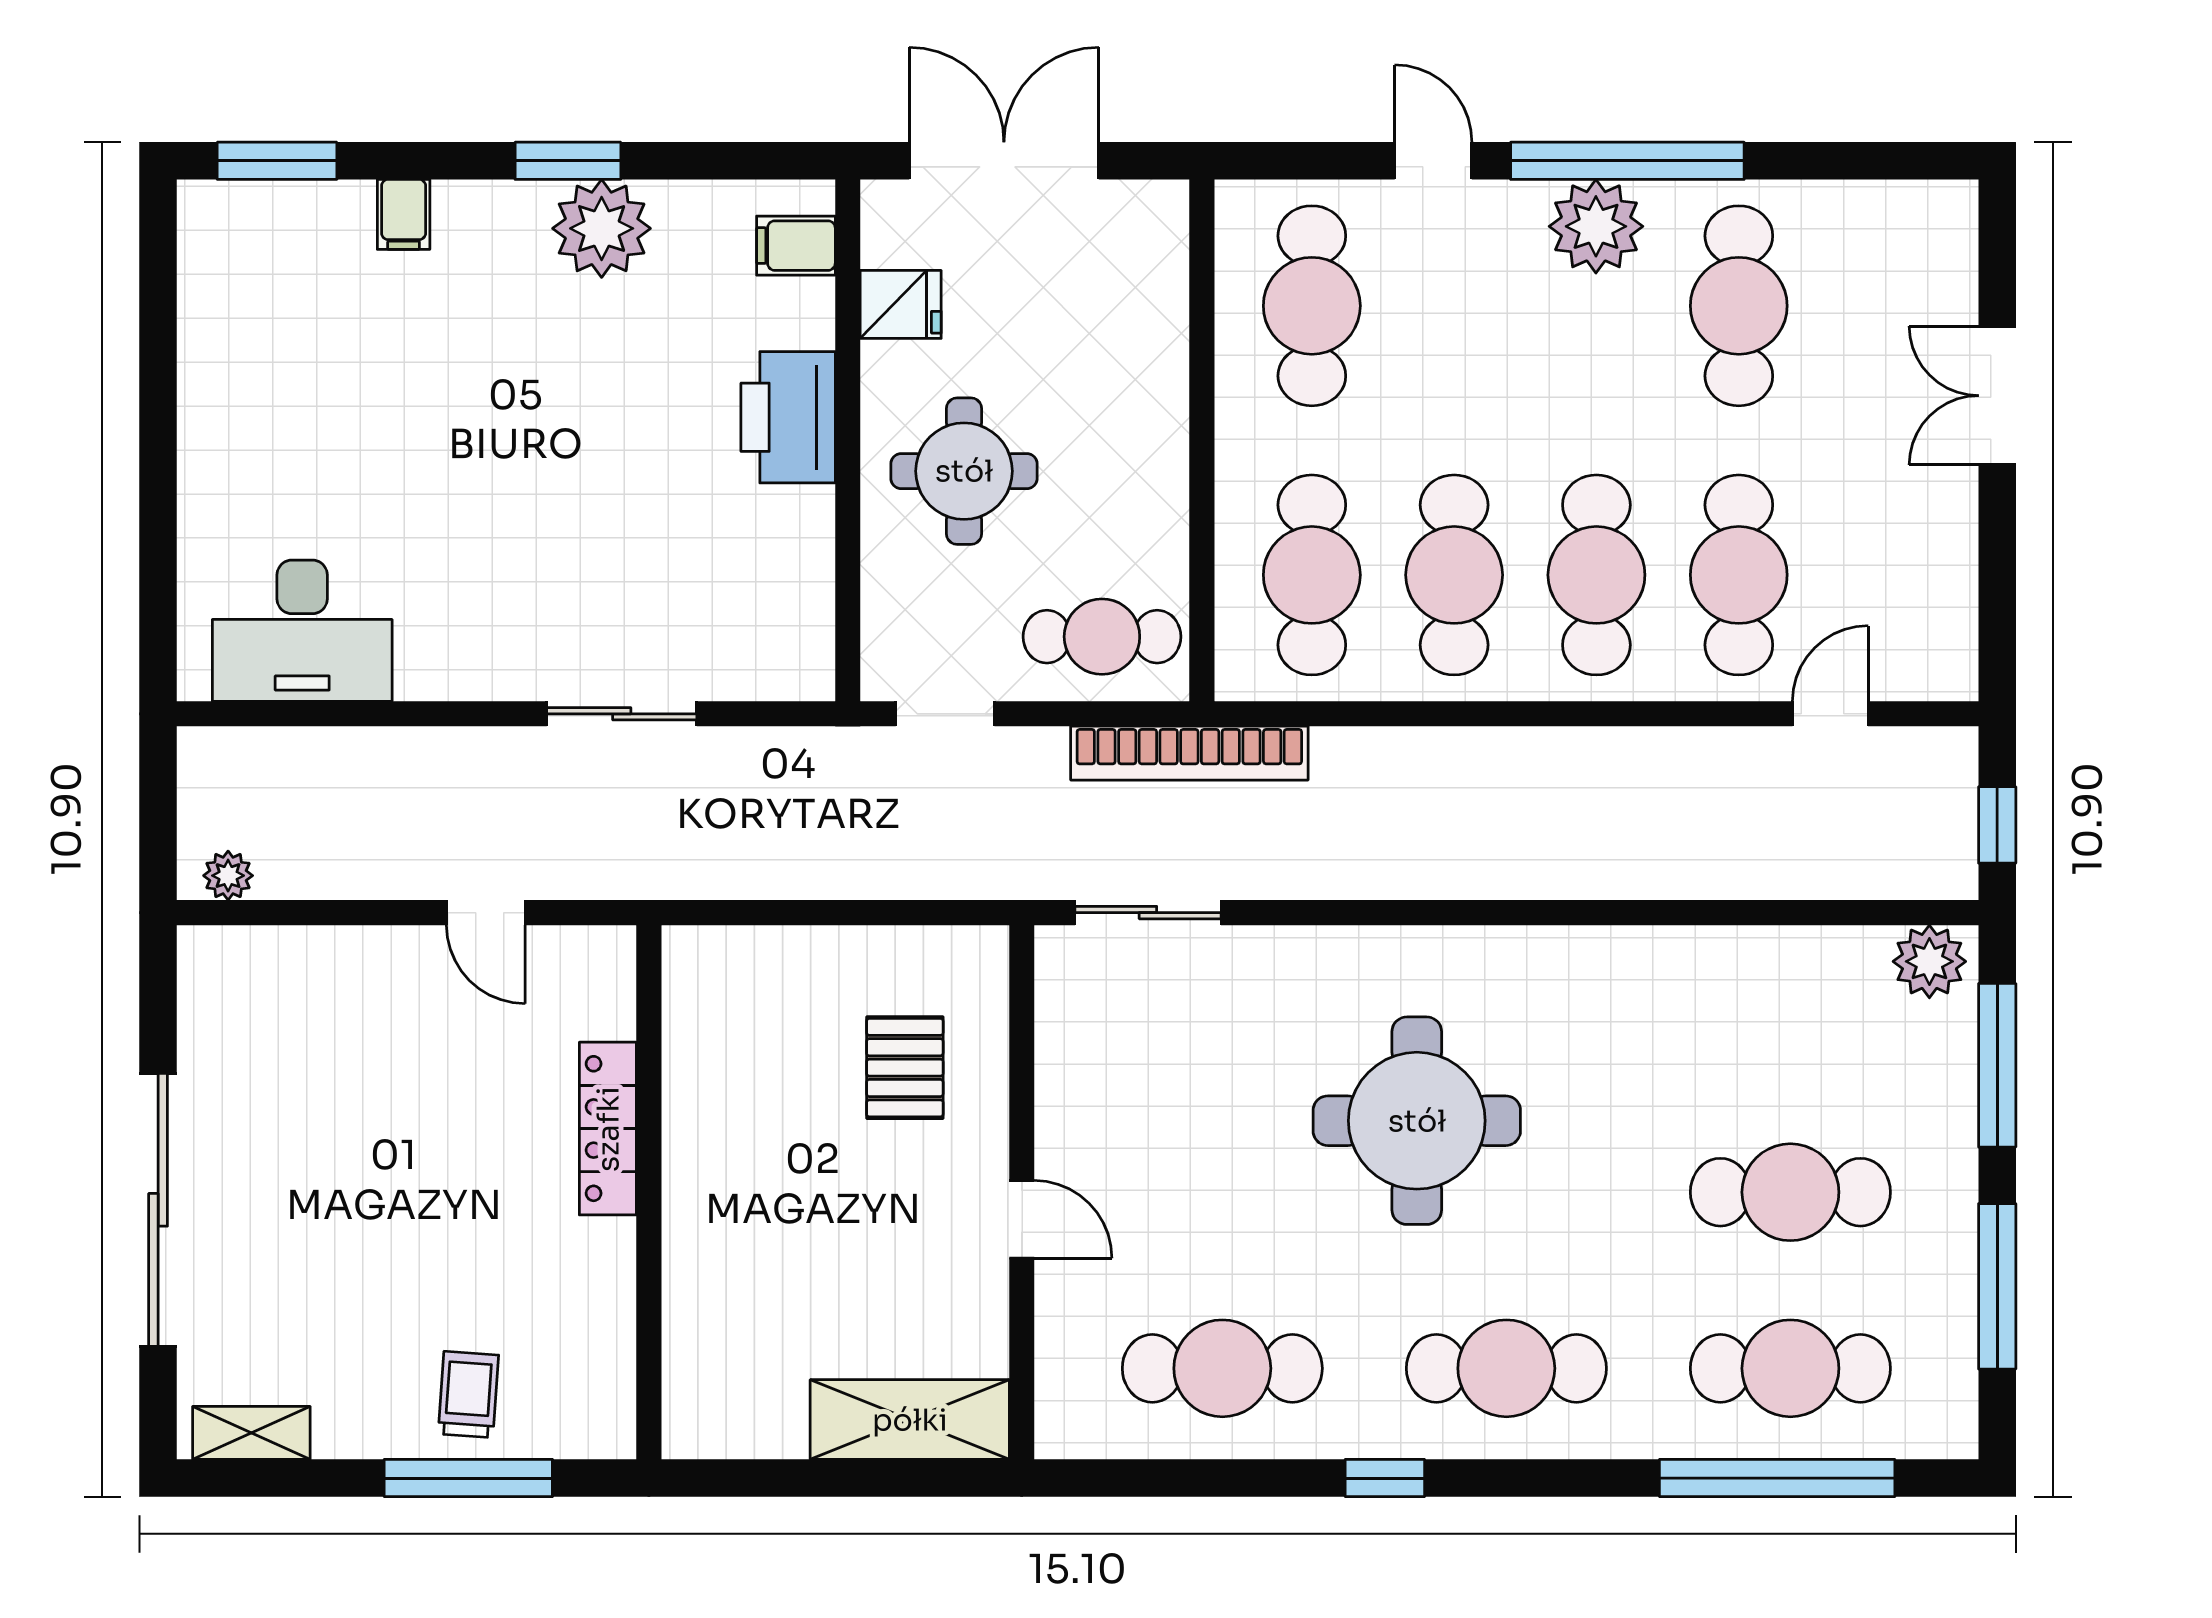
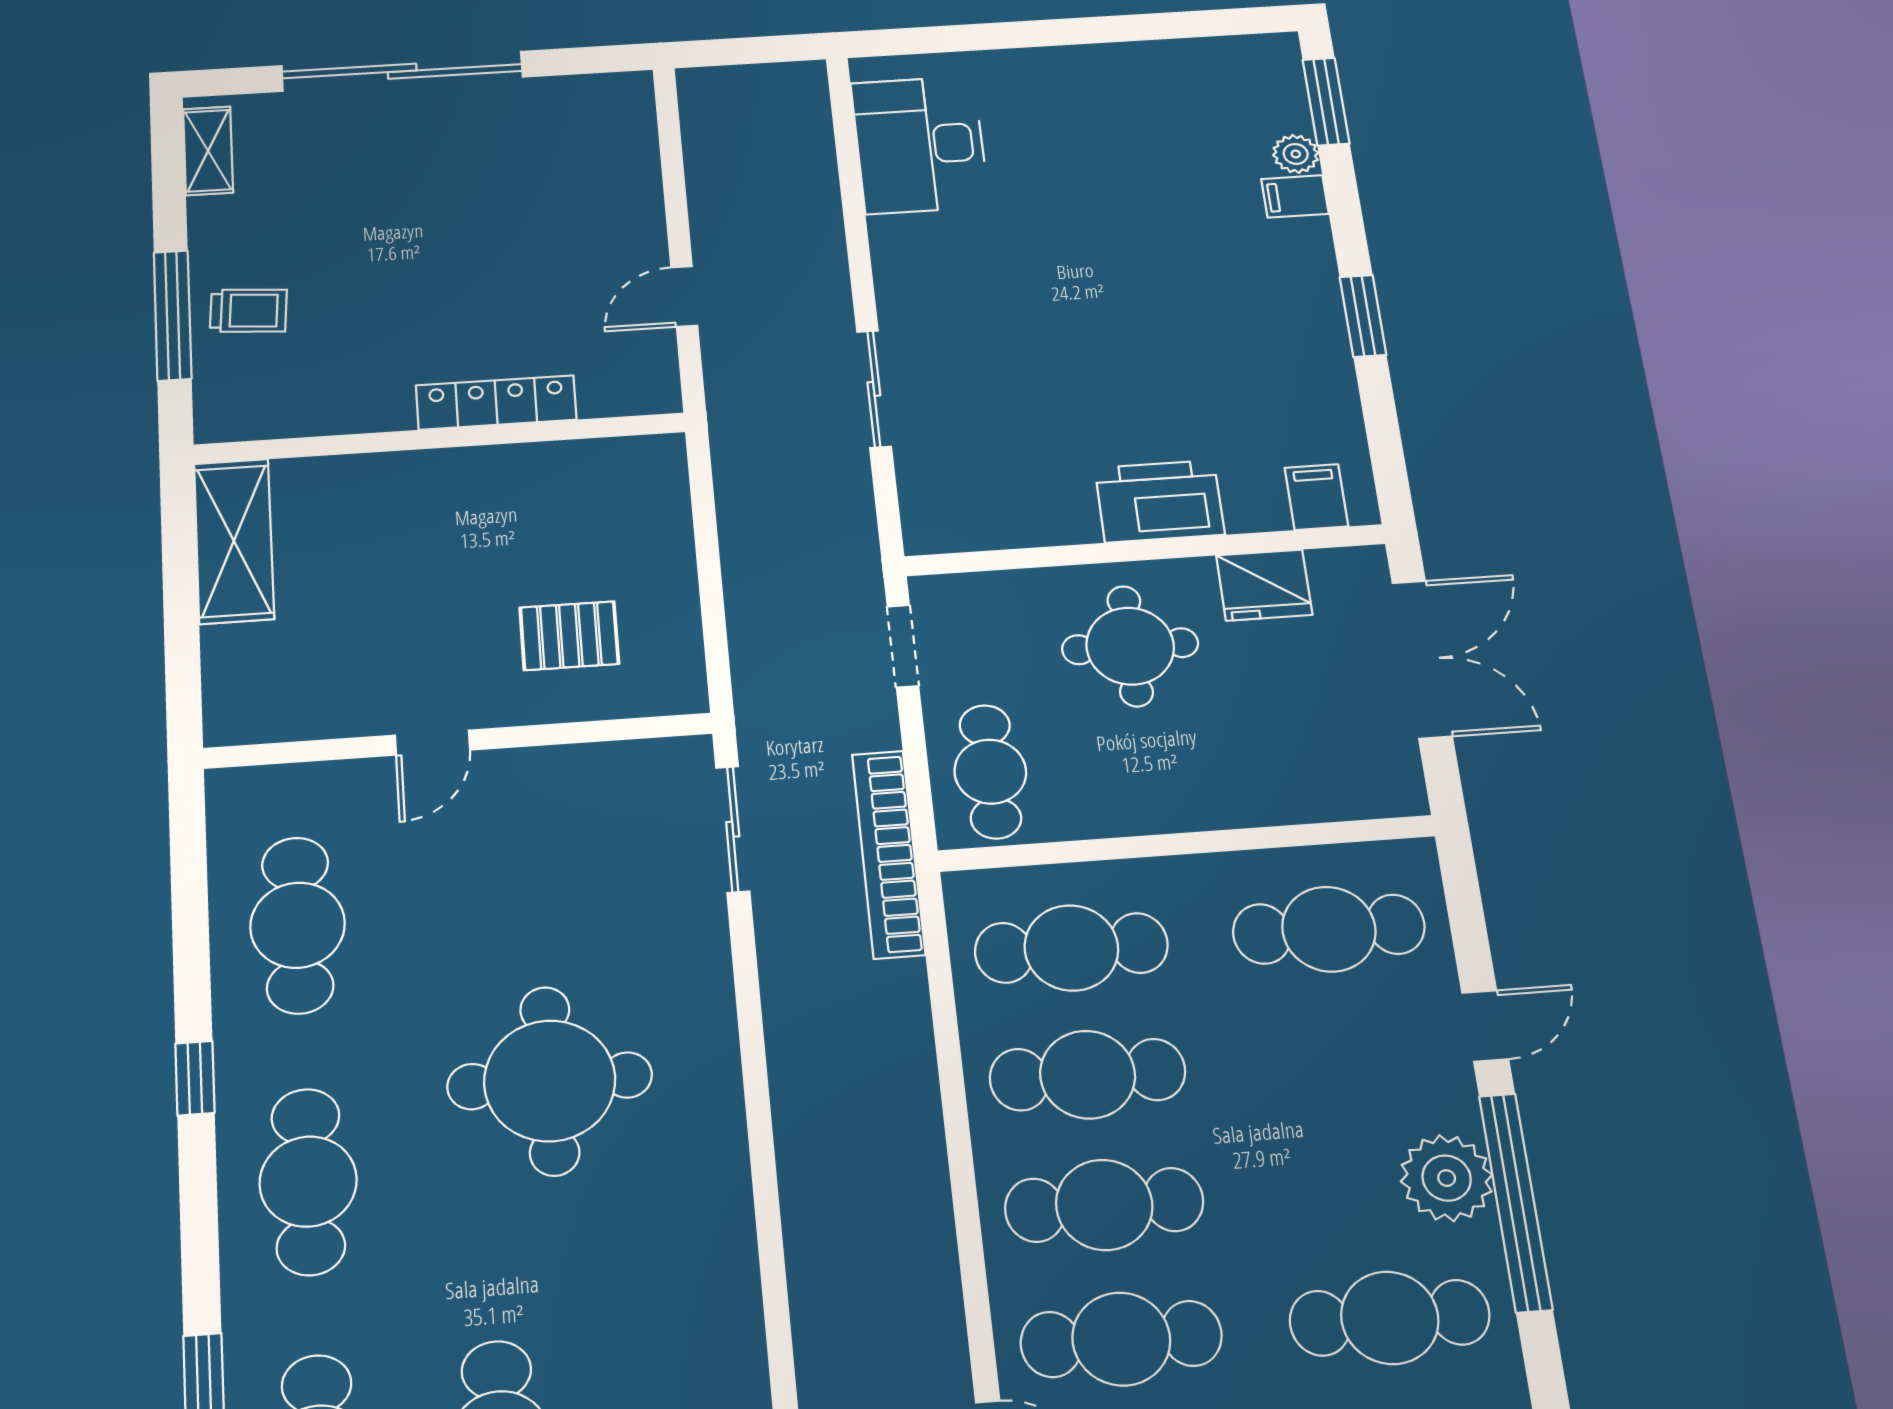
plant: (602, 228) -> (1296, 154), moved, width x0.53, depth x0.53
fridge: (901, 304) -> (1264, 585), width x1.38
plant: (228, 876) -> (699, 104), removed
shelving: (910, 1420) -> (234, 541), moved

